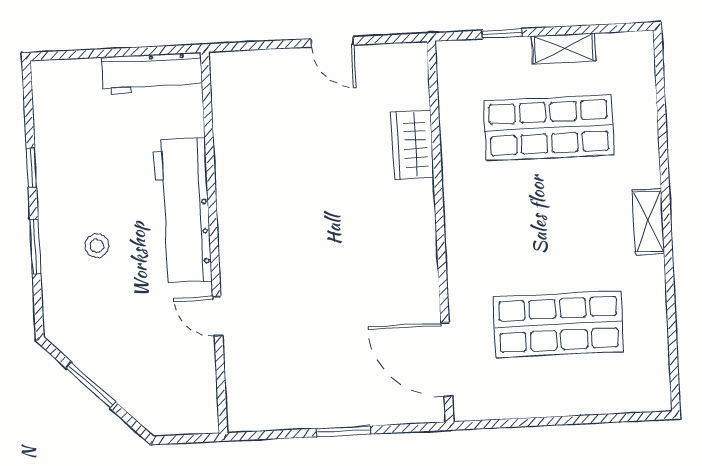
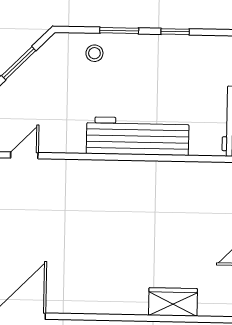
stool: (97, 246) -> (94, 53), moved
door: (218, 316) -> (24, 155), moved

